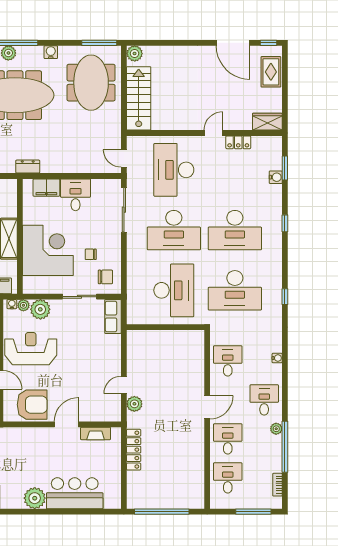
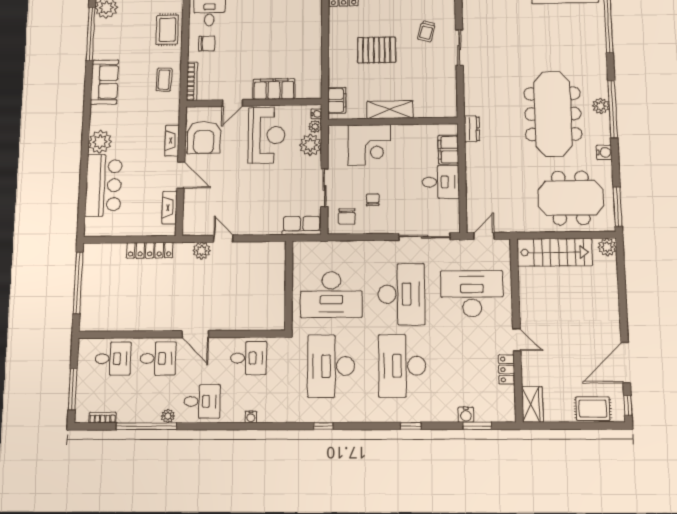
desk: (174, 230) -> (401, 294), turned 180
corner desk: (48, 250) -> (369, 145), width x0.74, depth x0.74
fireplace: (34, 433) -> (172, 141), added

